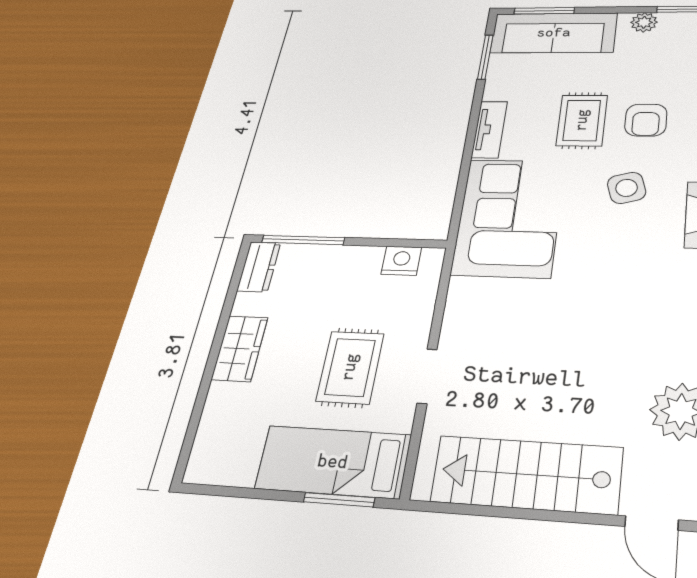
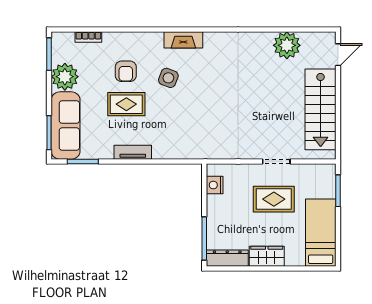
plant: (644, 22) -> (65, 77), width x1.88, depth x1.88
armchair: (646, 120) -> (126, 71), turned 90
side table: (627, 188) -> (168, 78), turned 38
corner sofa: (509, 217) -> (187, 135), removed
dresser: (259, 267) -> (227, 258), width x1.44
bed: (333, 462) -> (321, 233), moved, turned 180

